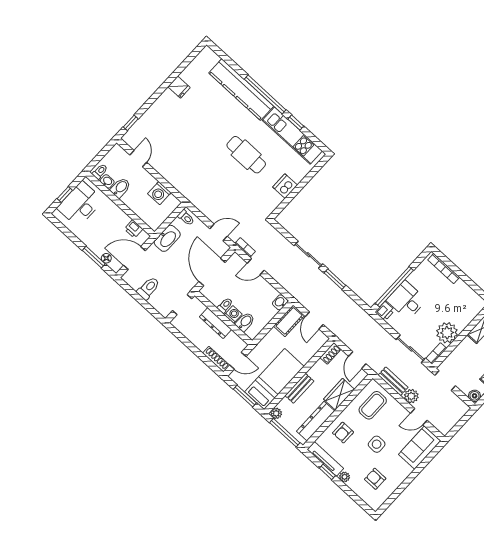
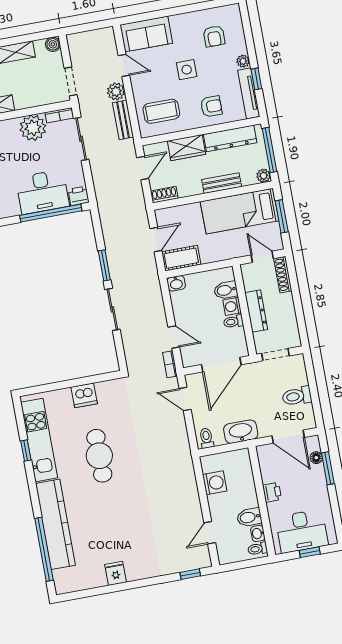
window: (265, 94) -> (44, 549), moved
printer: (134, 229) -> (272, 492), moved
desk: (406, 300) -> (42, 192), width x1.37

